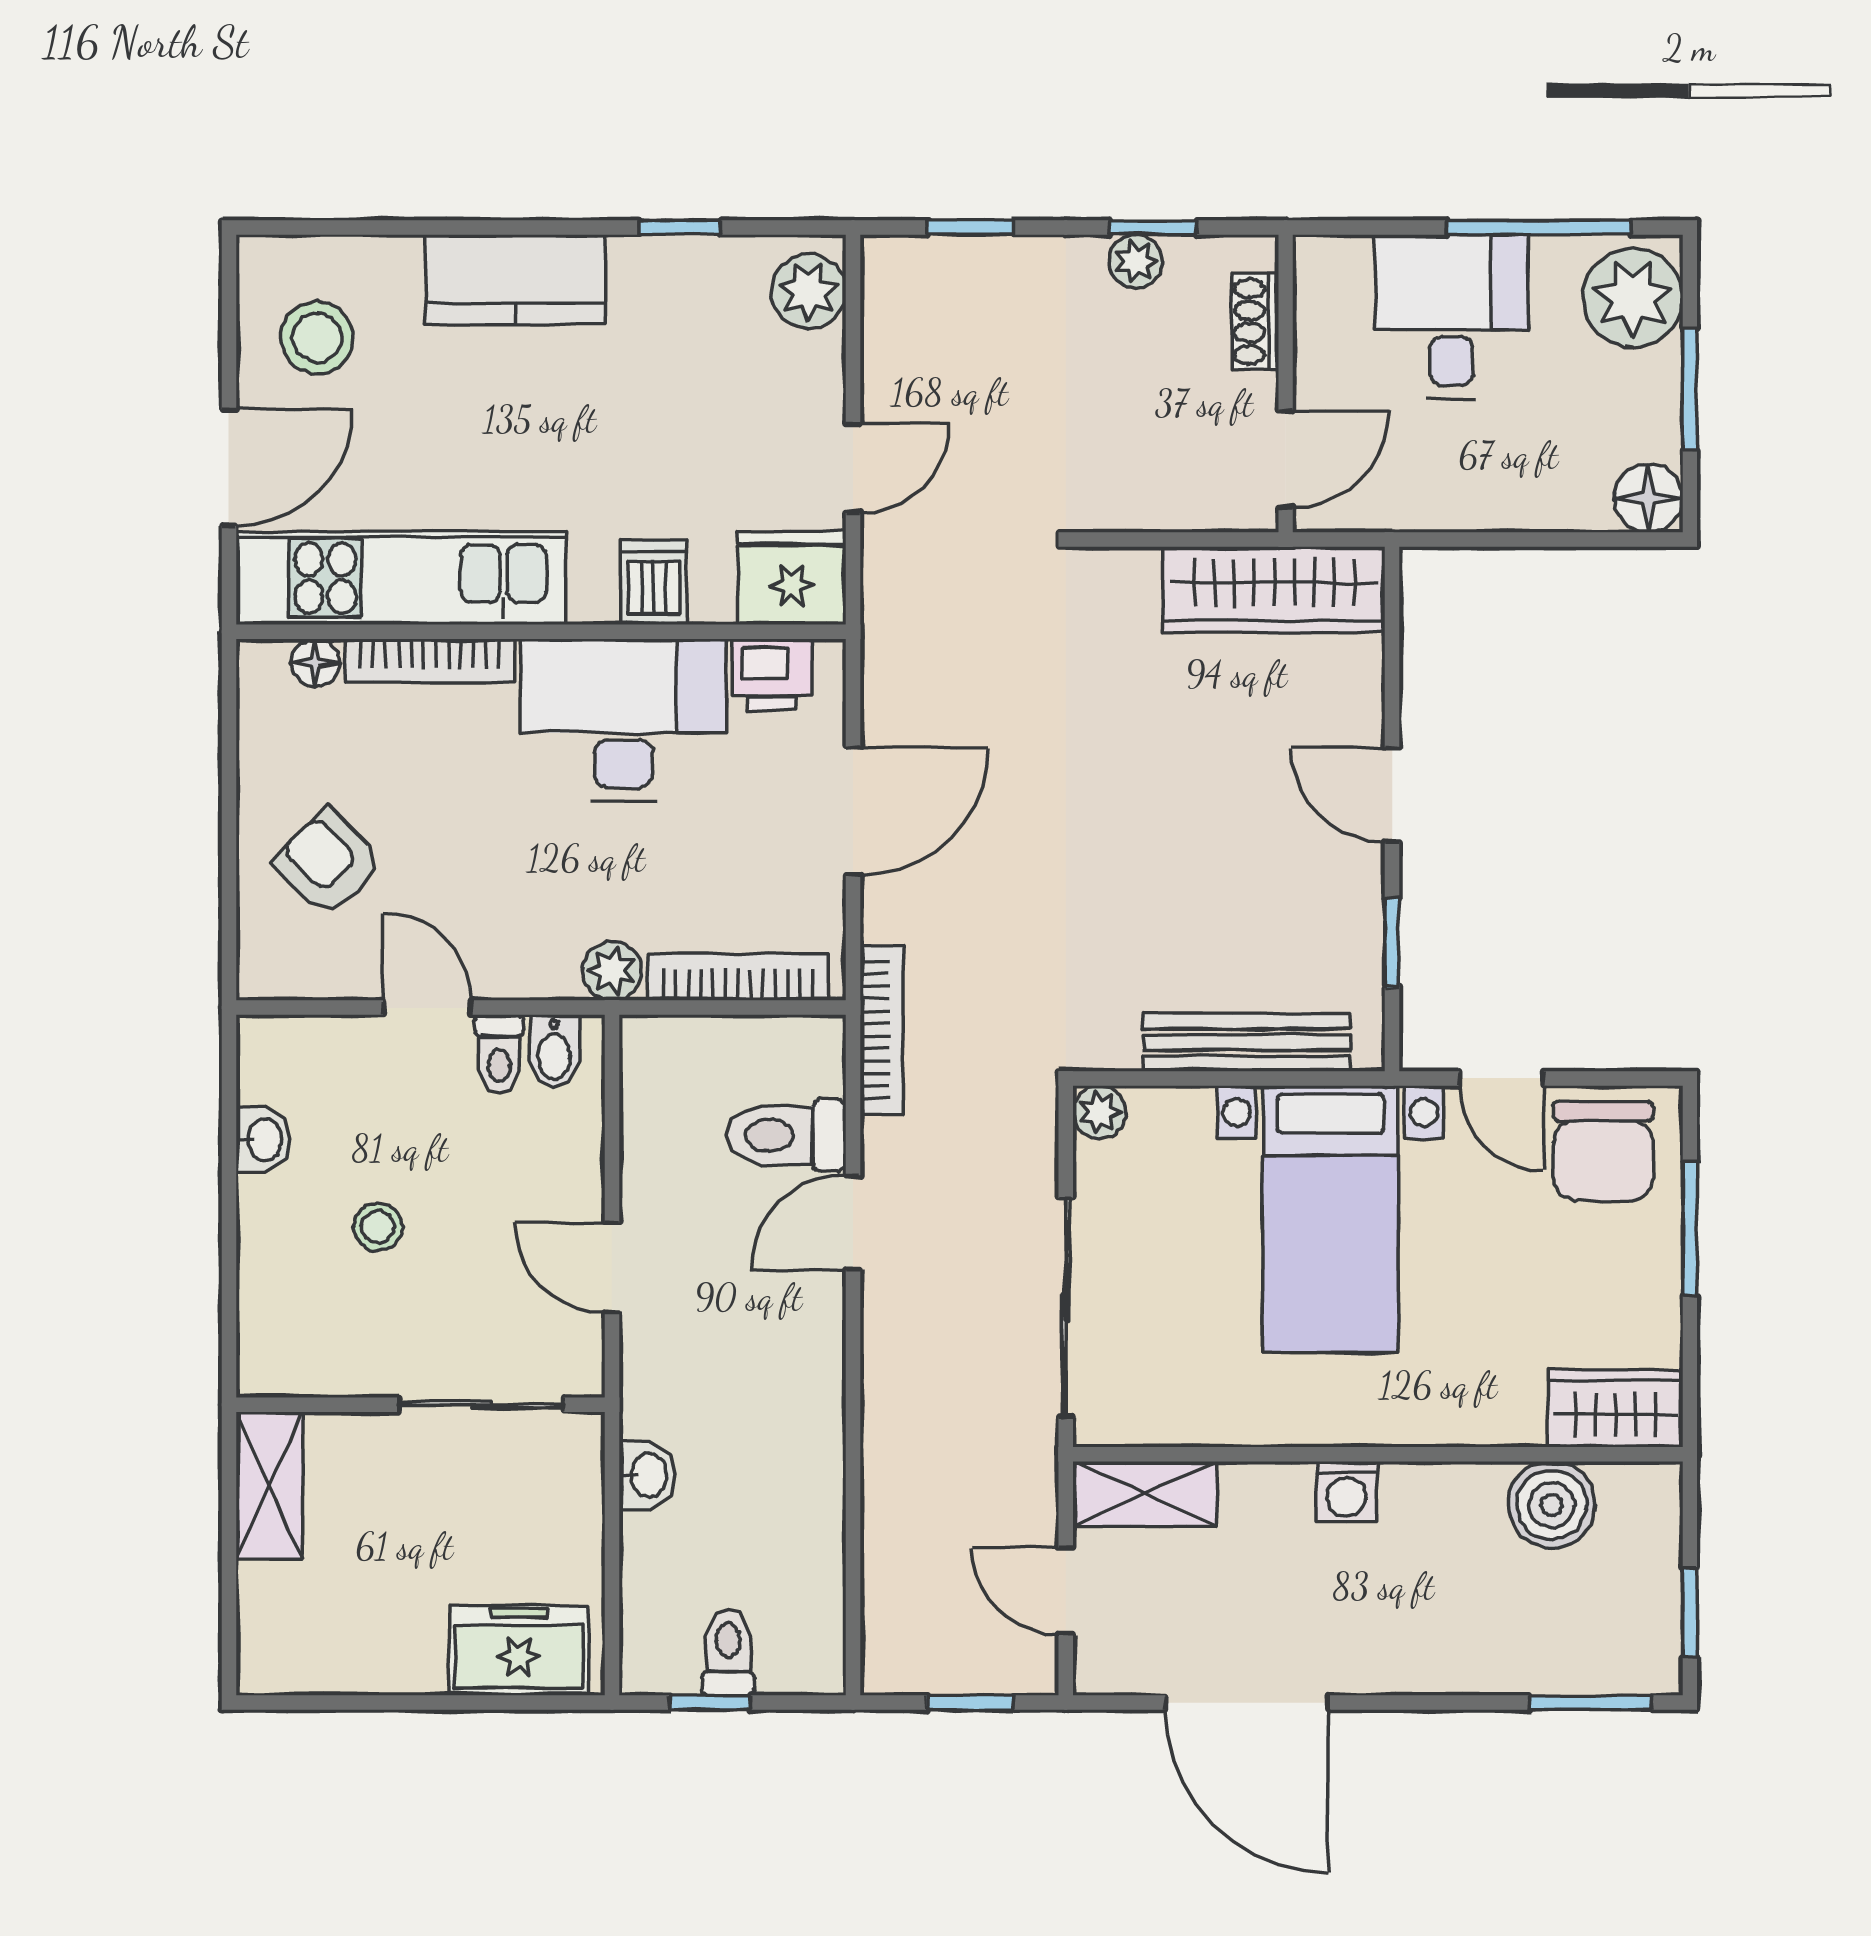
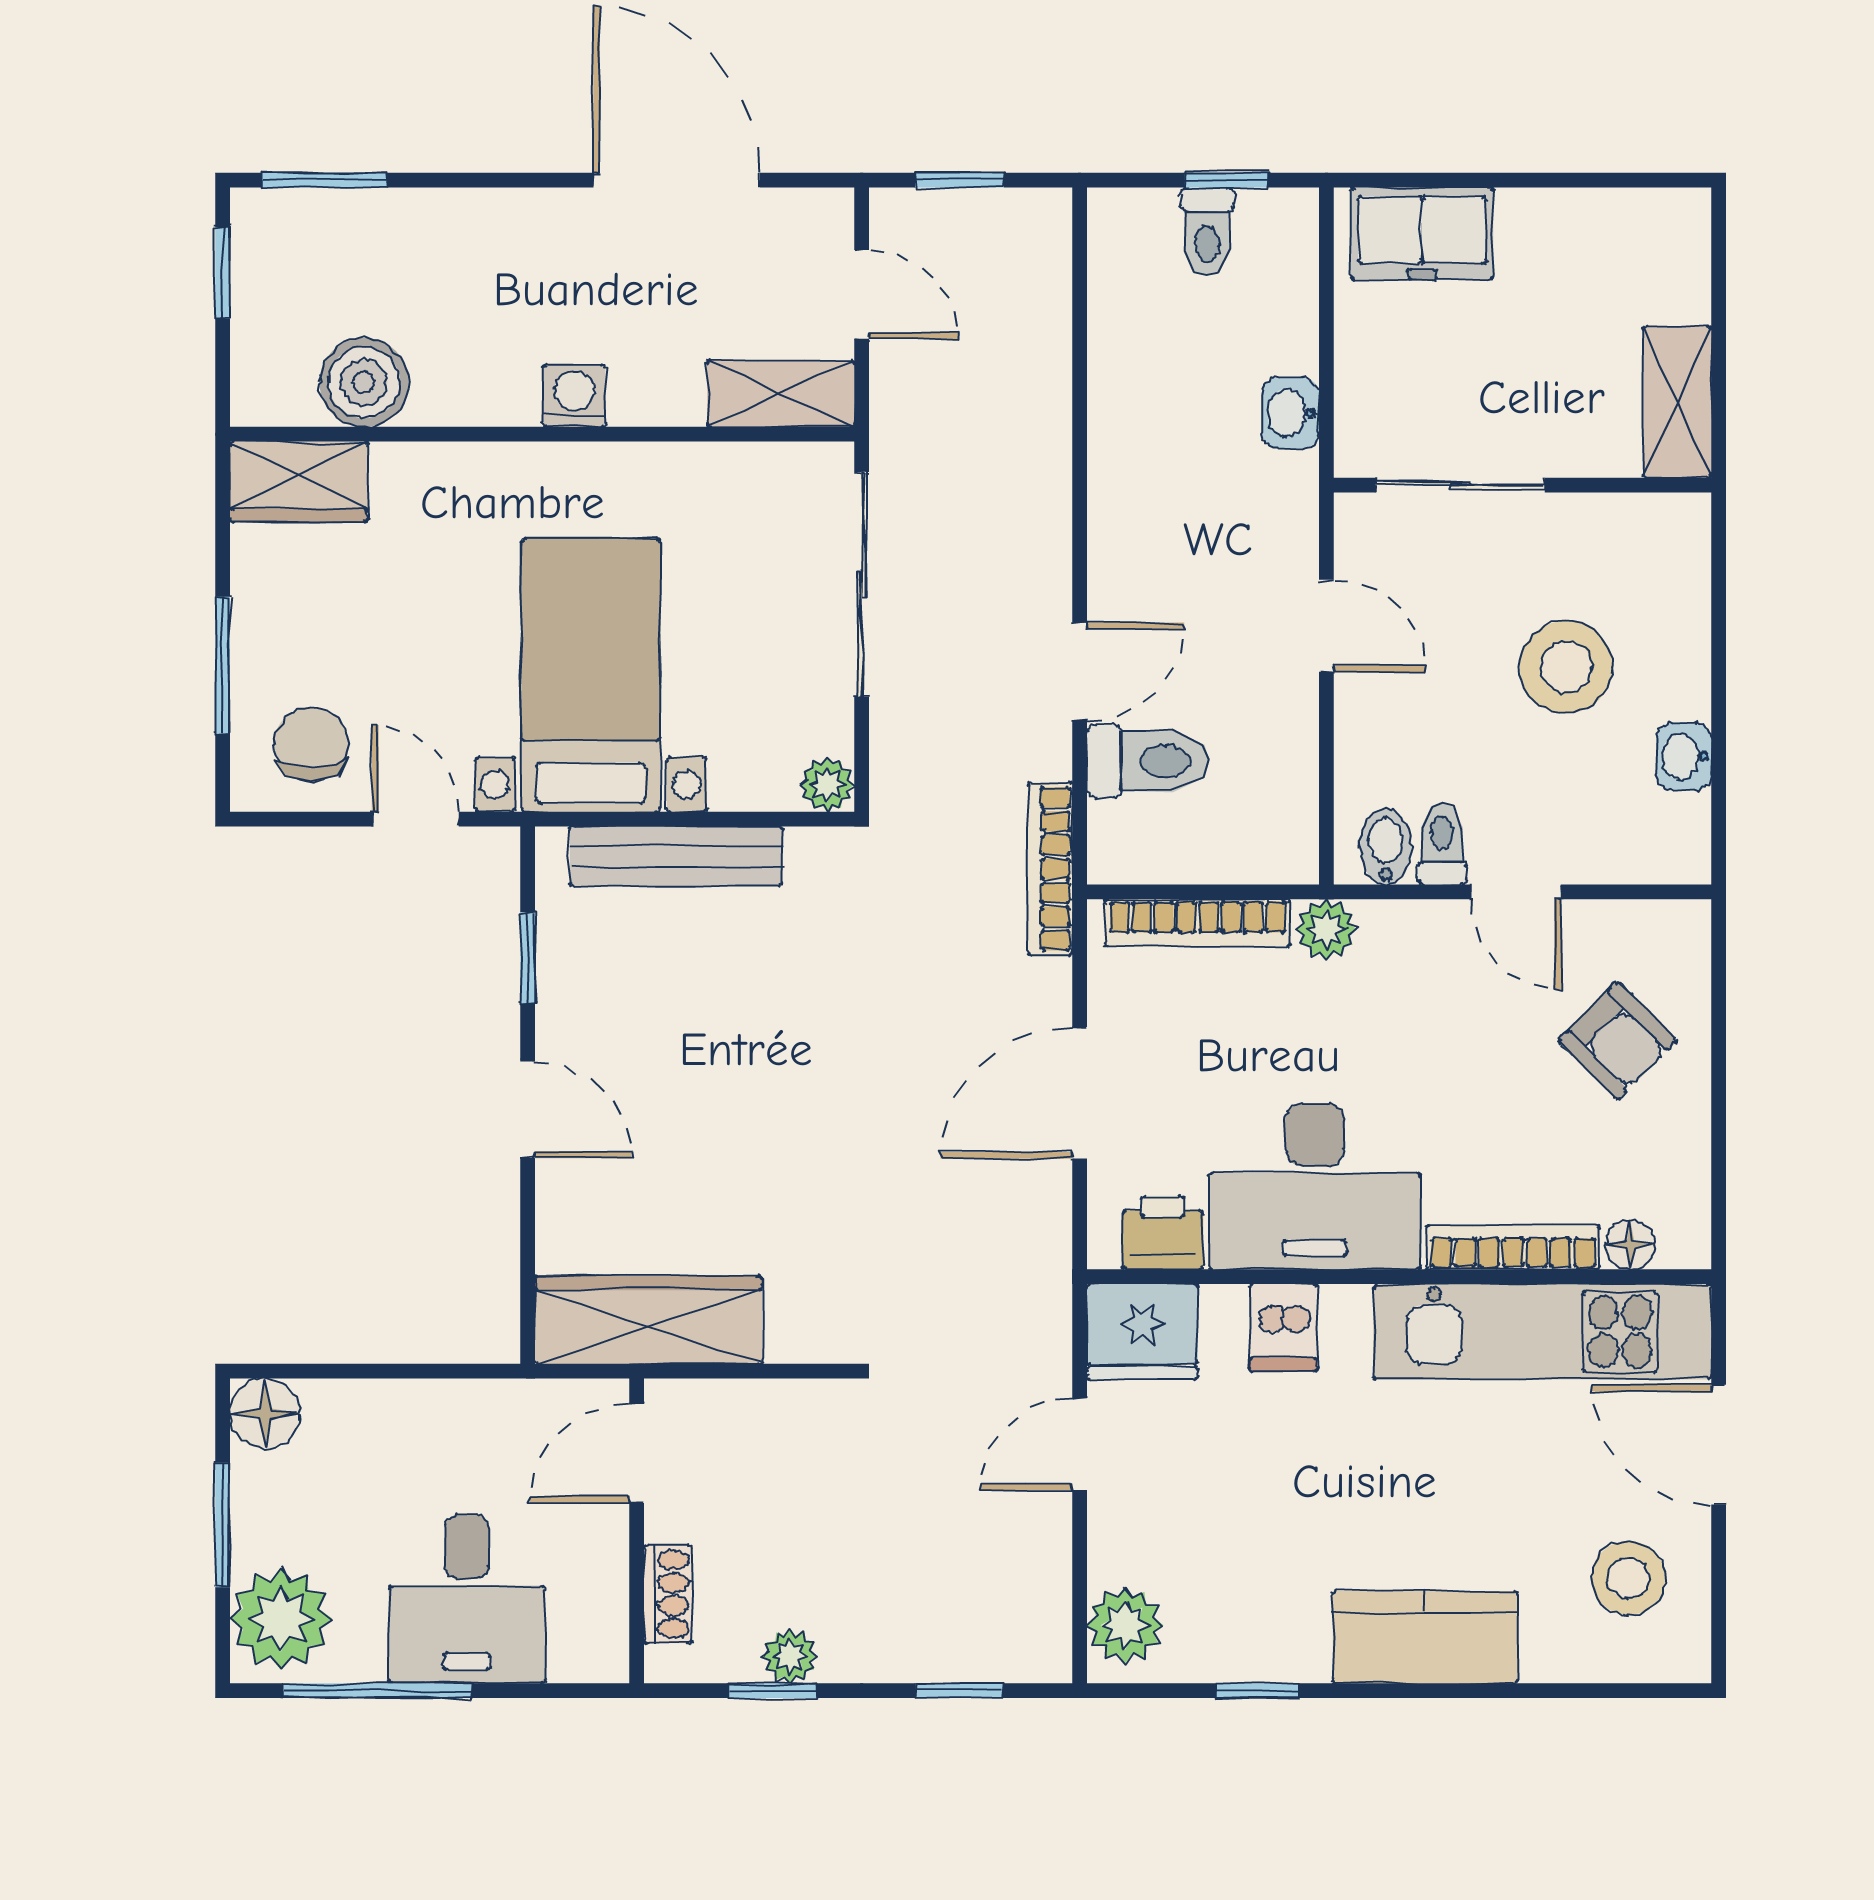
door: (229, 468) -> (1719, 1445), hinge flipped
chair: (1603, 1151) -> (311, 744), width x0.73, depth x0.73
stool: (378, 1227) -> (1566, 667), width x1.89, depth x1.89

